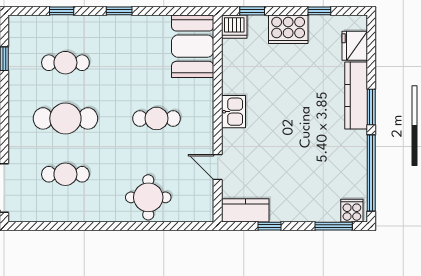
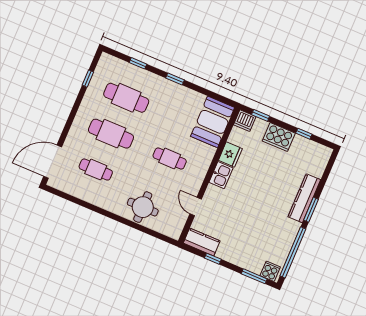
fridge: (355, 46) -> (230, 155), moved, turned 180
cafe table: (65, 63) -> (126, 98), width x1.37, depth x1.35

